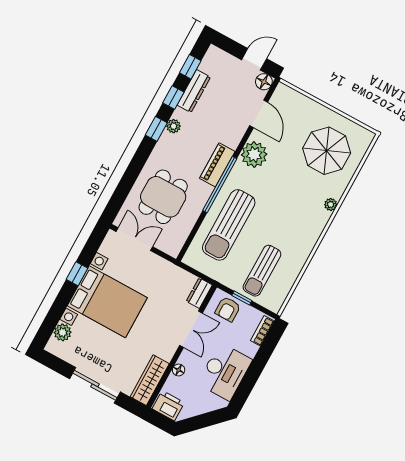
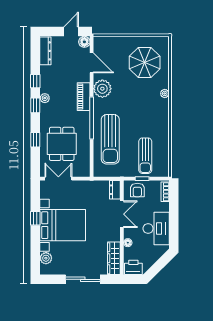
window: (190, 67) -> (35, 140), moved
dresser: (194, 91) -> (45, 51), moved
piano: (217, 165) -> (84, 97), moved

